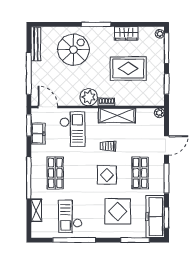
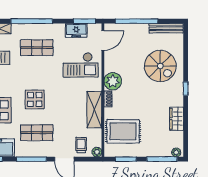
window: (96, 24) -> (186, 89), width x0.46
rug: (128, 69) -> (123, 131), moved, turned 90
trolley: (108, 146) -> (81, 145), moved

